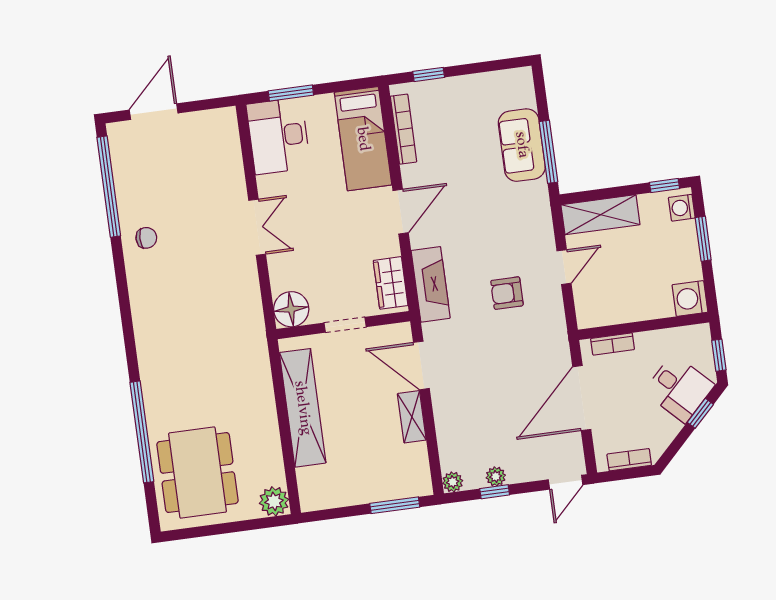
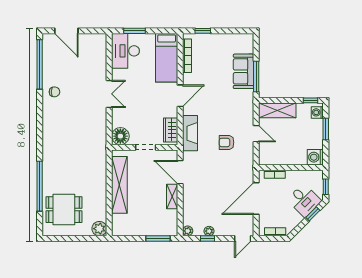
door: (154, 112) -> (66, 31), swing flipped
door: (564, 267) -> (256, 134), hinge flipped
dining table: (197, 473) -> (64, 210), width x0.73

